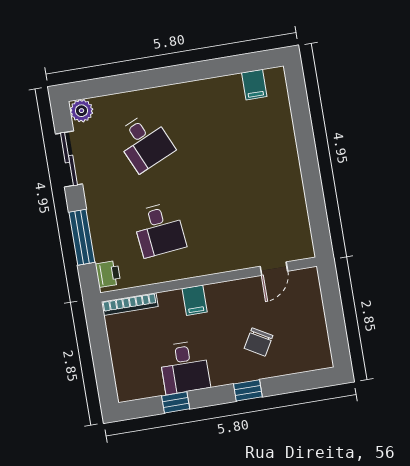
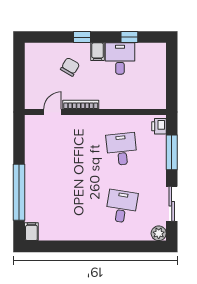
filing cabinet: (254, 85) -> (31, 232), moved
window: (305, 138) -> (19, 192), added
desk: (145, 142) -> (122, 206), turned 33
filing cabinet: (195, 300) -> (98, 52), moved, turned 180
bookcase: (130, 304) -> (81, 105), moved

